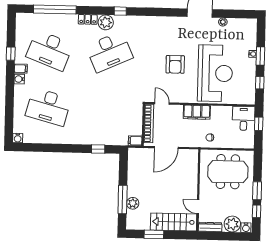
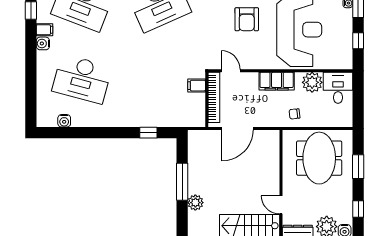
plant: (224, 114) -> (312, 82), added
window: (259, 124) -> (358, 94), removed
water cooler: (18, 138) -> (64, 121), moved
filing cabinet: (135, 141) -> (197, 86), moved
meeting table: (228, 172) -> (319, 158), turned 90
window: (257, 191) -> (358, 167), moved
window: (123, 200) -> (182, 182), moved

